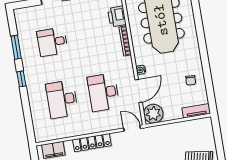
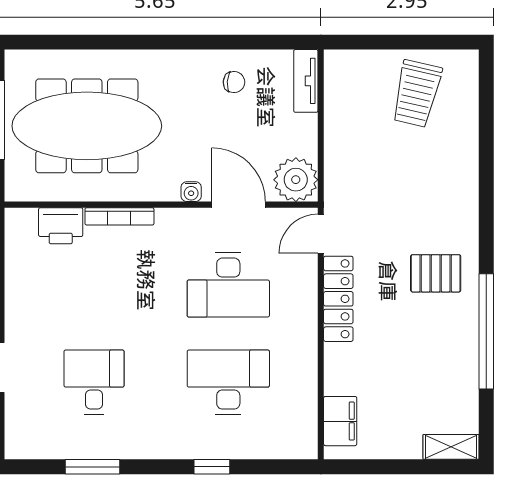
desk: (52, 42) -> (94, 382), turned 180
window: (21, 79) -> (212, 467), moved
desk: (62, 99) -> (228, 382), turned 180
locker: (92, 143) -> (338, 299), moved

